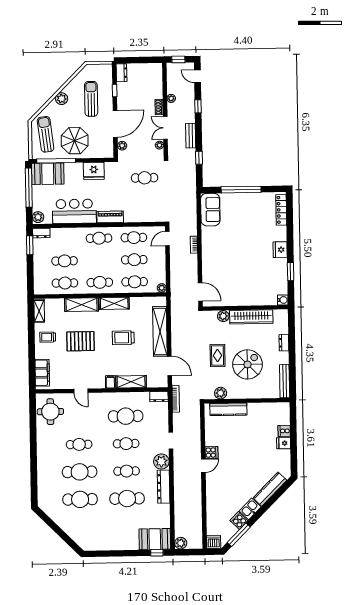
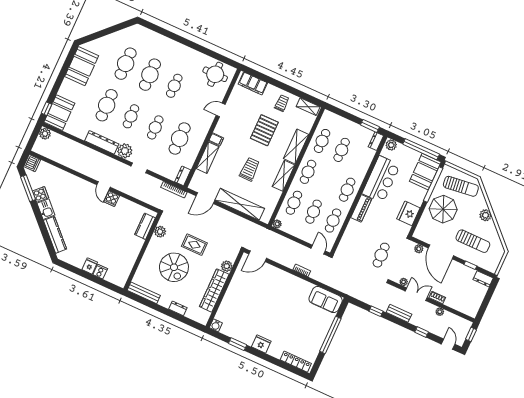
door: (198, 76) -> (448, 344), hinge flipped
kitchen counter: (228, 409) -> (145, 226), width x0.67
booth: (102, 539) -> (82, 66), added

